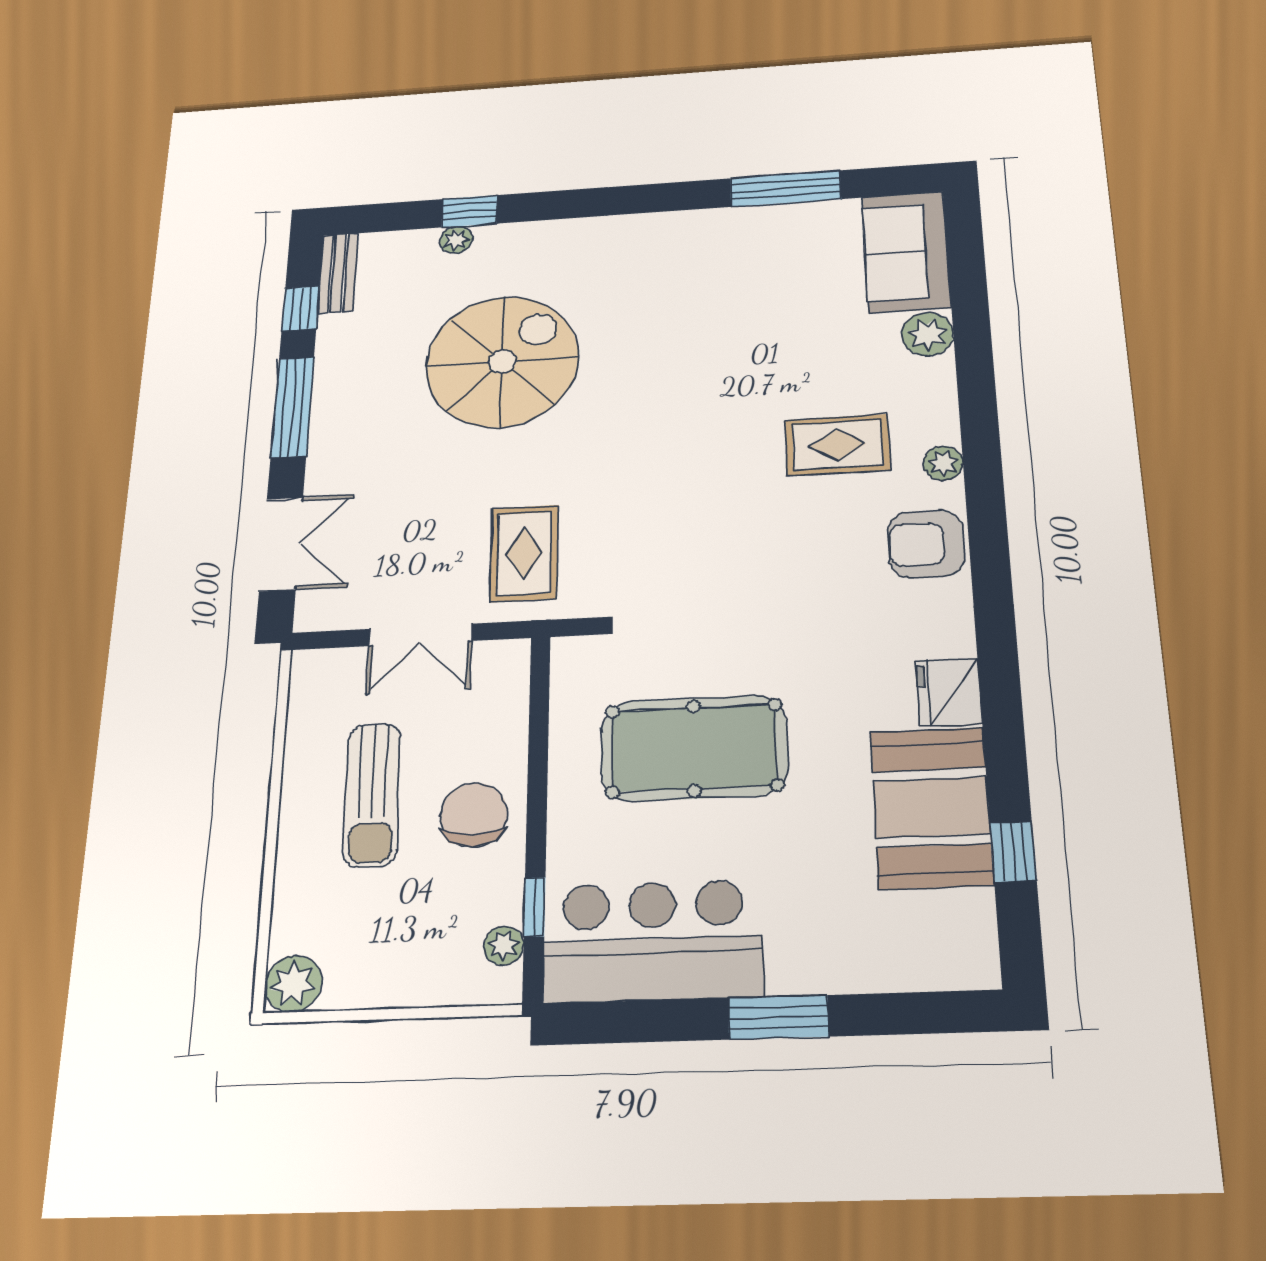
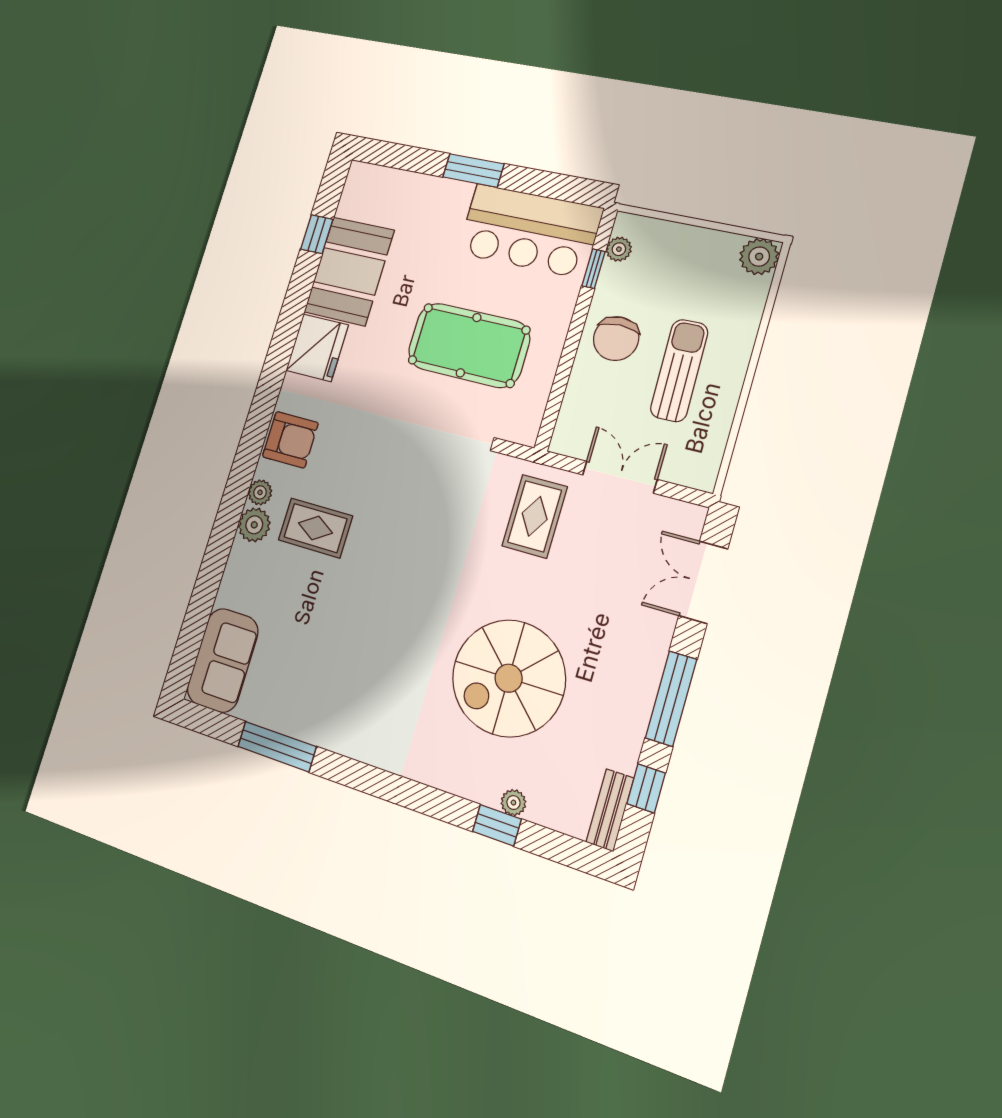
plant: (927, 334) -> (254, 525), moved
fridge: (949, 692) -> (317, 348), width x1.36, depth x1.34

